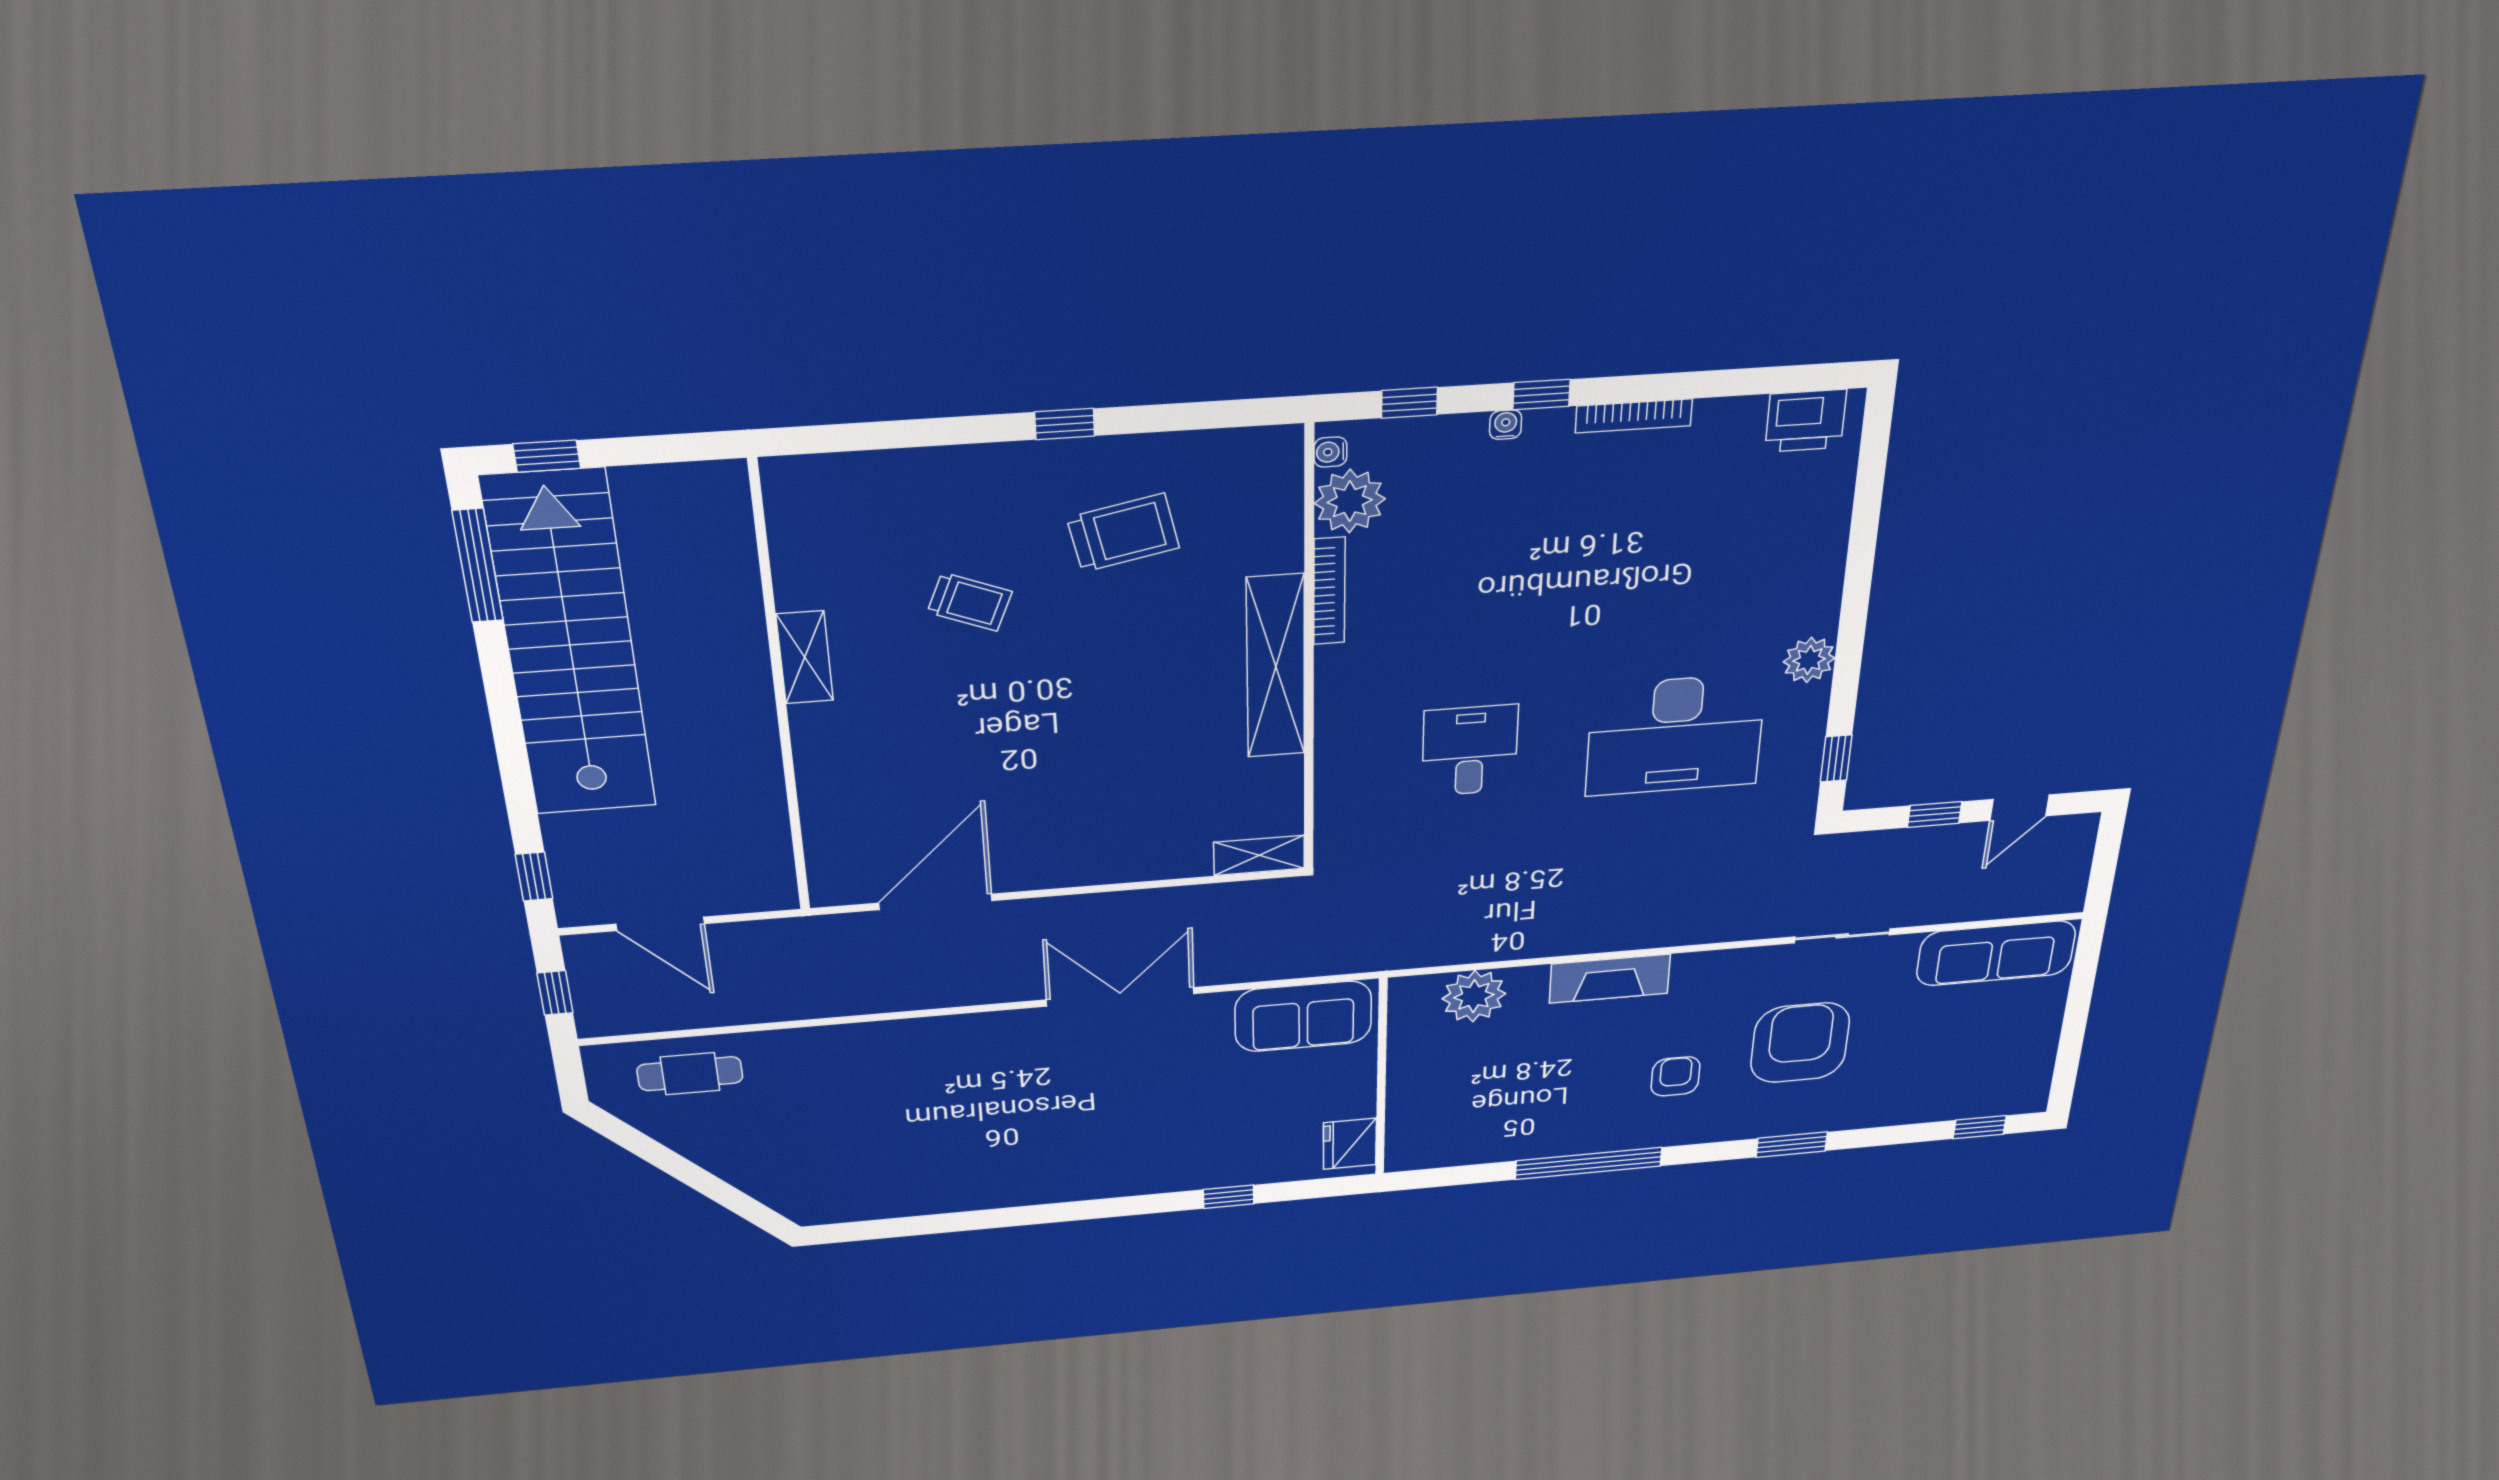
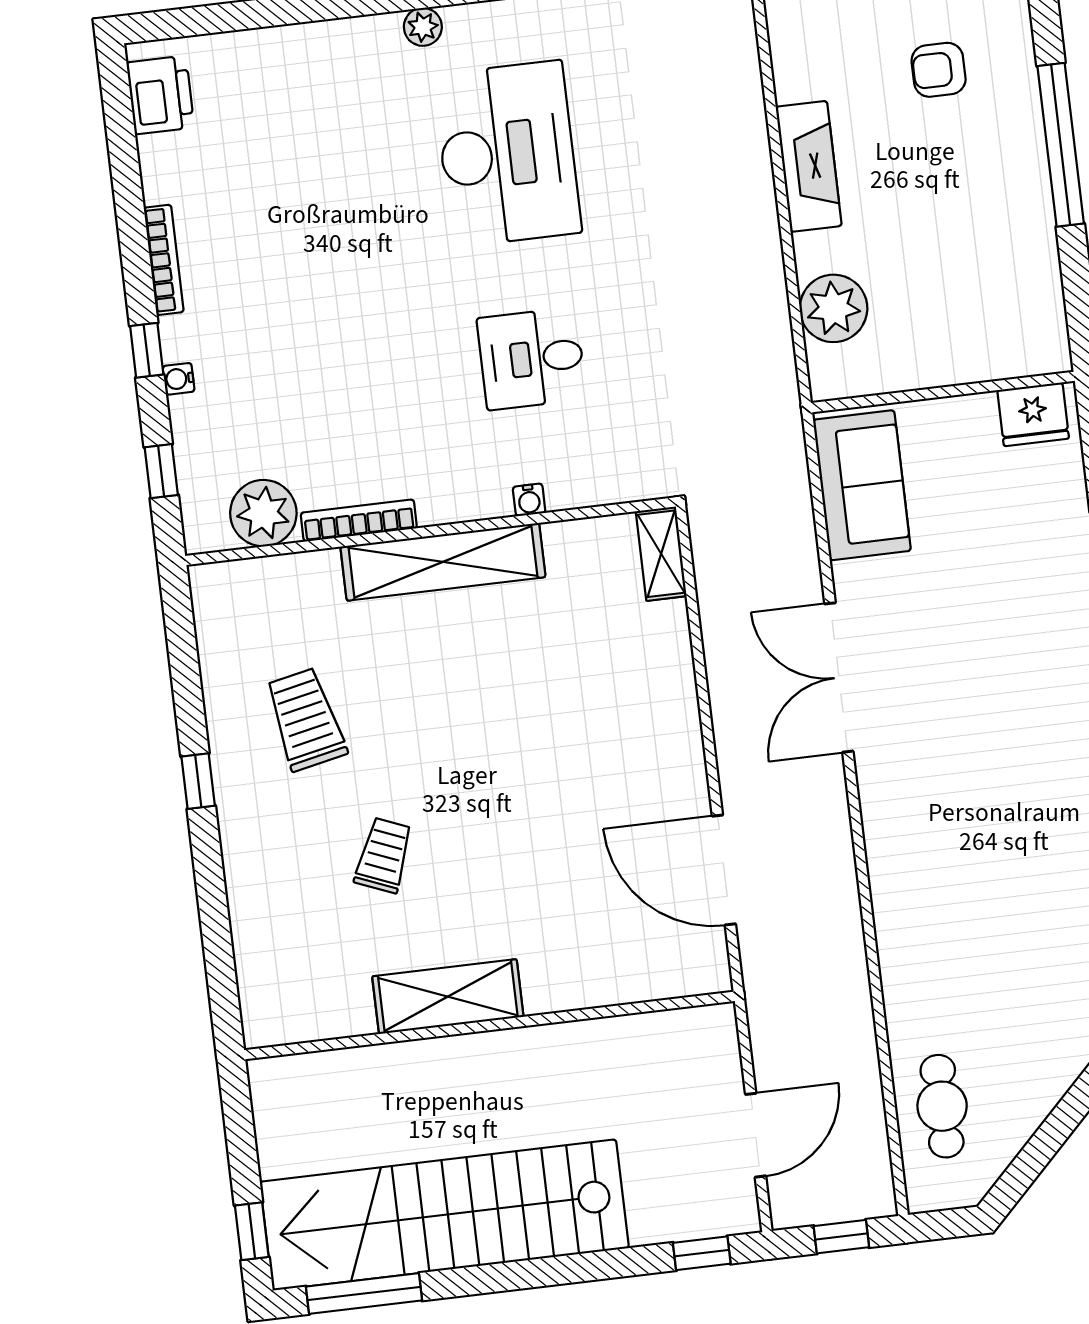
water cooler: (1330, 452) -> (529, 500), moved
shelving: (805, 657) -> (448, 997), width x1.50, depth x1.33
plant: (1809, 660) -> (423, 27), width x0.73, depth x0.73

